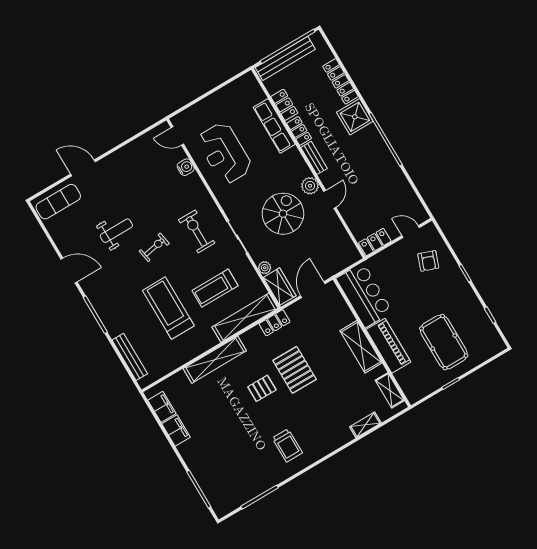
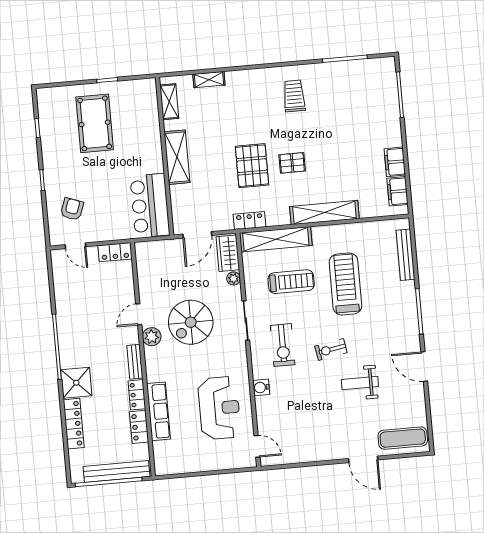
water cooler: (186, 167) -> (261, 387), moved
treadmill: (168, 308) -> (345, 284), turned 180
piano: (388, 346) -> (150, 146), removed

